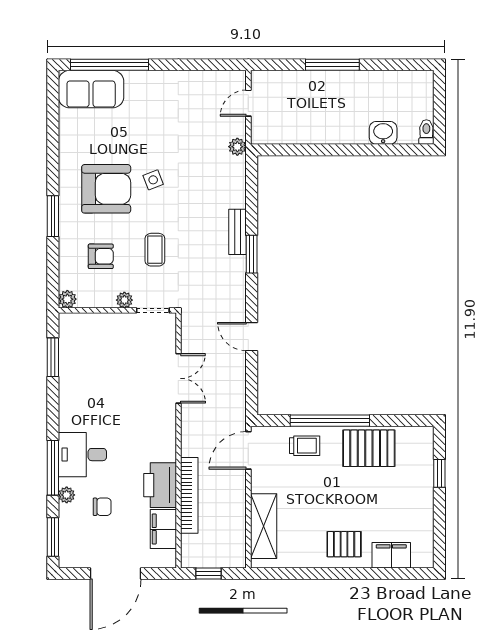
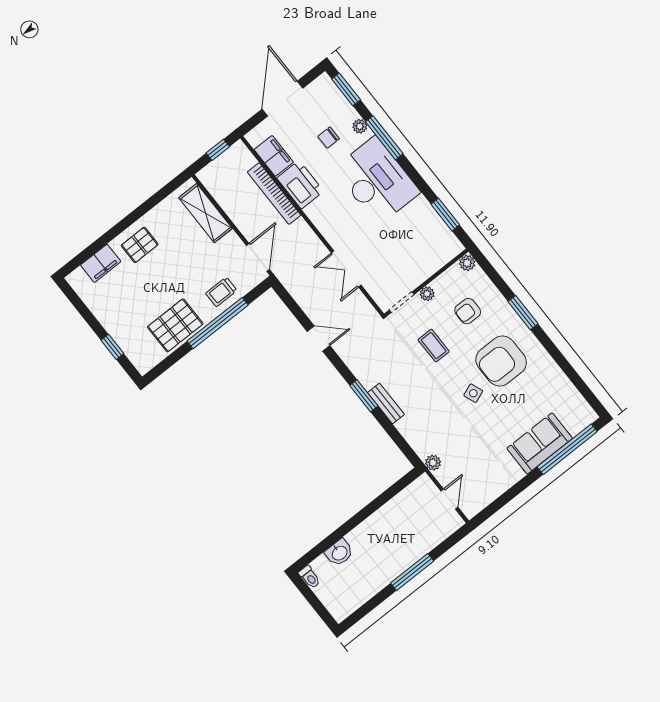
sofa: (91, 89) -> (540, 443), moved
desk: (82, 455) -> (377, 181), width x1.87, depth x1.30

